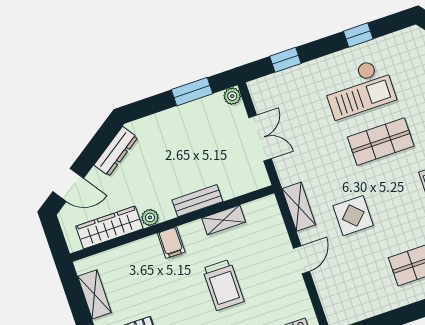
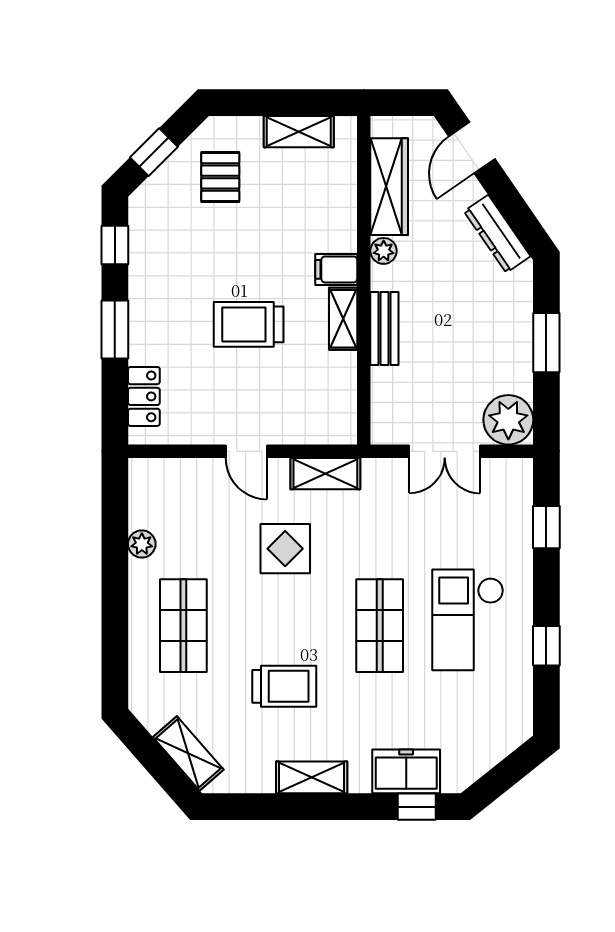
window: (192, 92) -> (546, 343), moved
plant: (232, 96) -> (508, 420), width x1.87, depth x1.87
shelving: (224, 220) -> (343, 319), moved
plant: (380, 305) -> (142, 544), added

